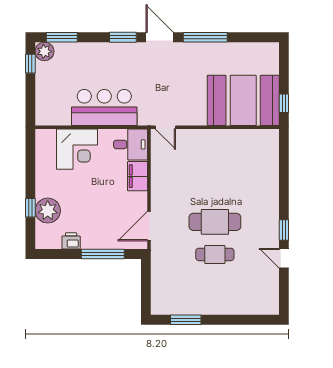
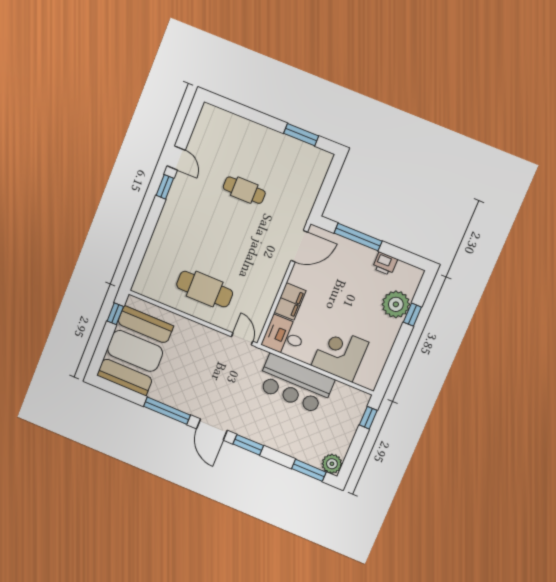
window: (30, 64) -> (368, 418), moved
booth: (243, 100) -> (135, 351), moved, turned 90
cafe table: (215, 222) -> (205, 289), moved

